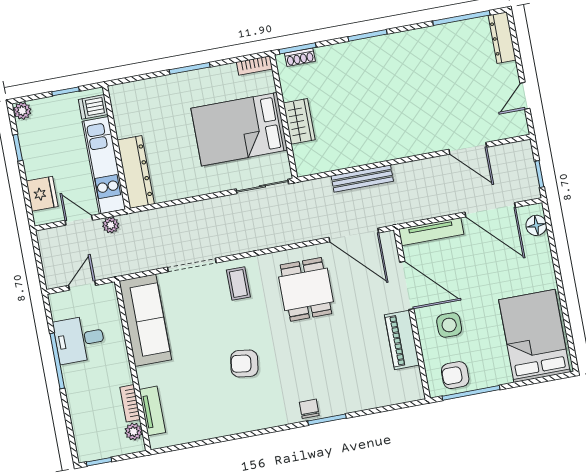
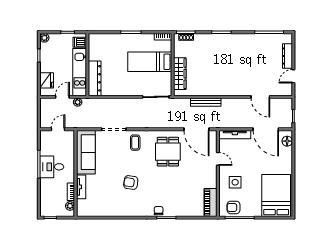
dresser: (502, 38) -> (287, 56), moved
wardrobe: (299, 121) -> (180, 74), width x1.50
bed: (239, 129) -> (150, 62), width x0.67
door: (79, 220) -> (62, 97), hinge flipped
door: (407, 285) -> (218, 159), width x0.53
desk: (79, 339) -> (52, 167), moved
piano: (402, 340) -> (211, 203), moved
tv unit: (152, 411) -> (81, 187), moved

